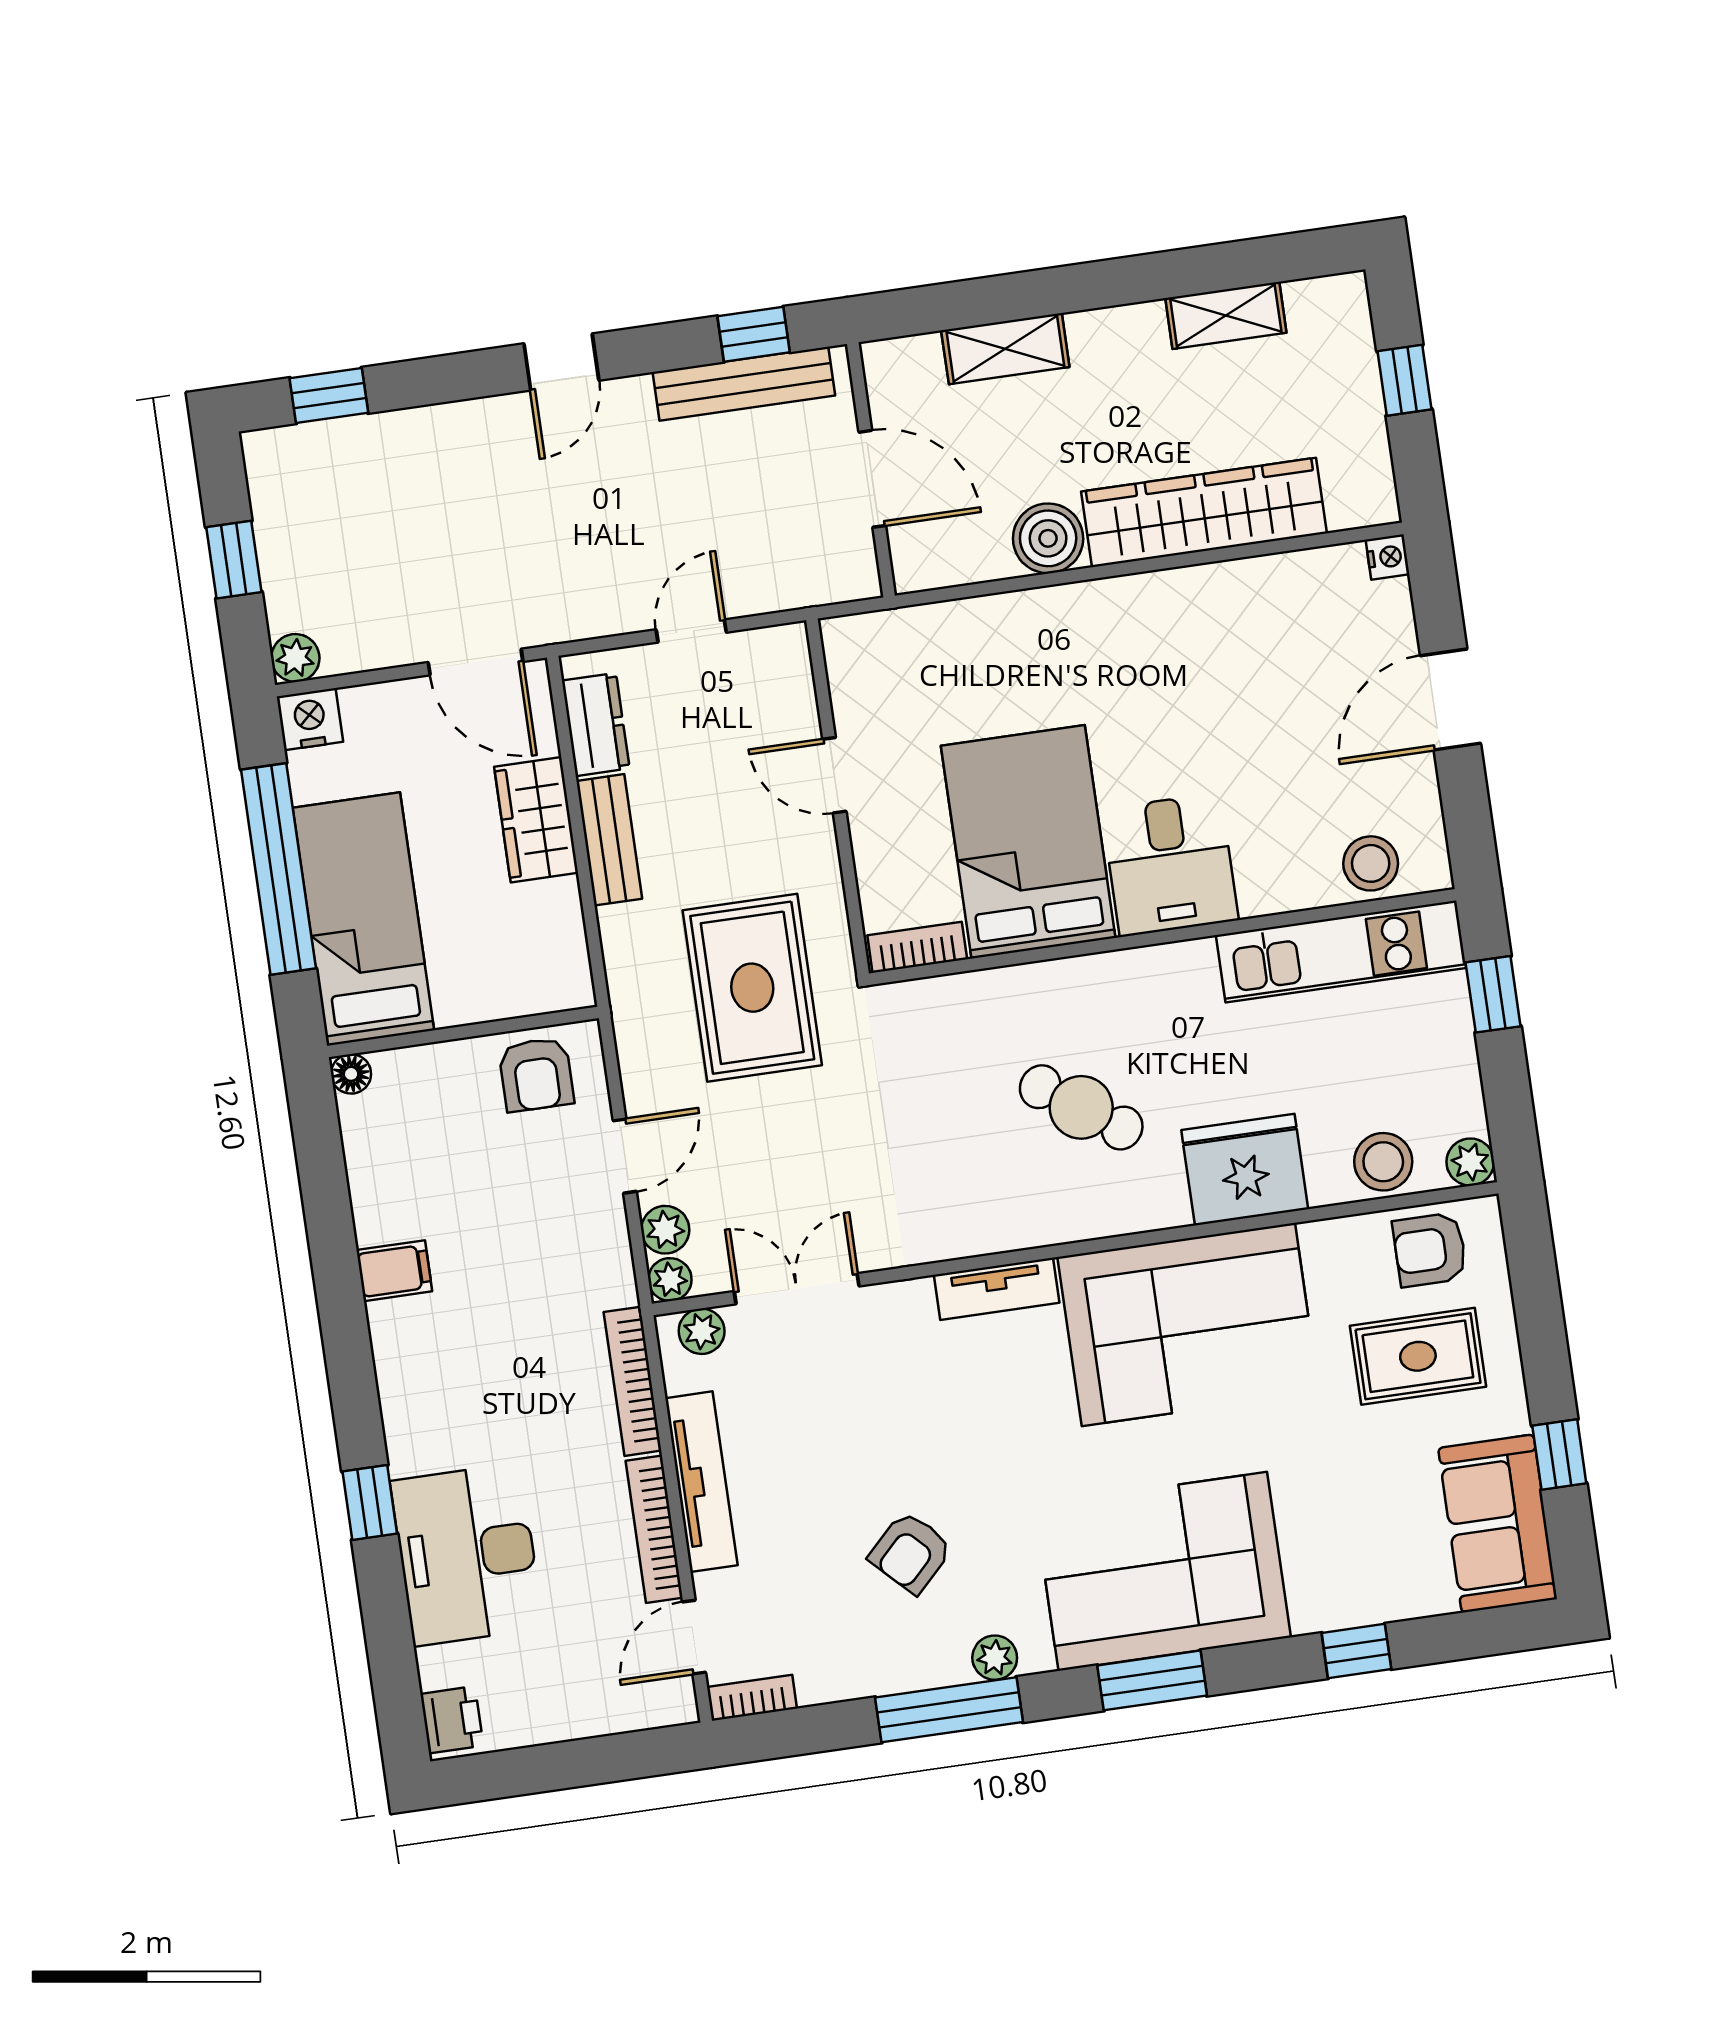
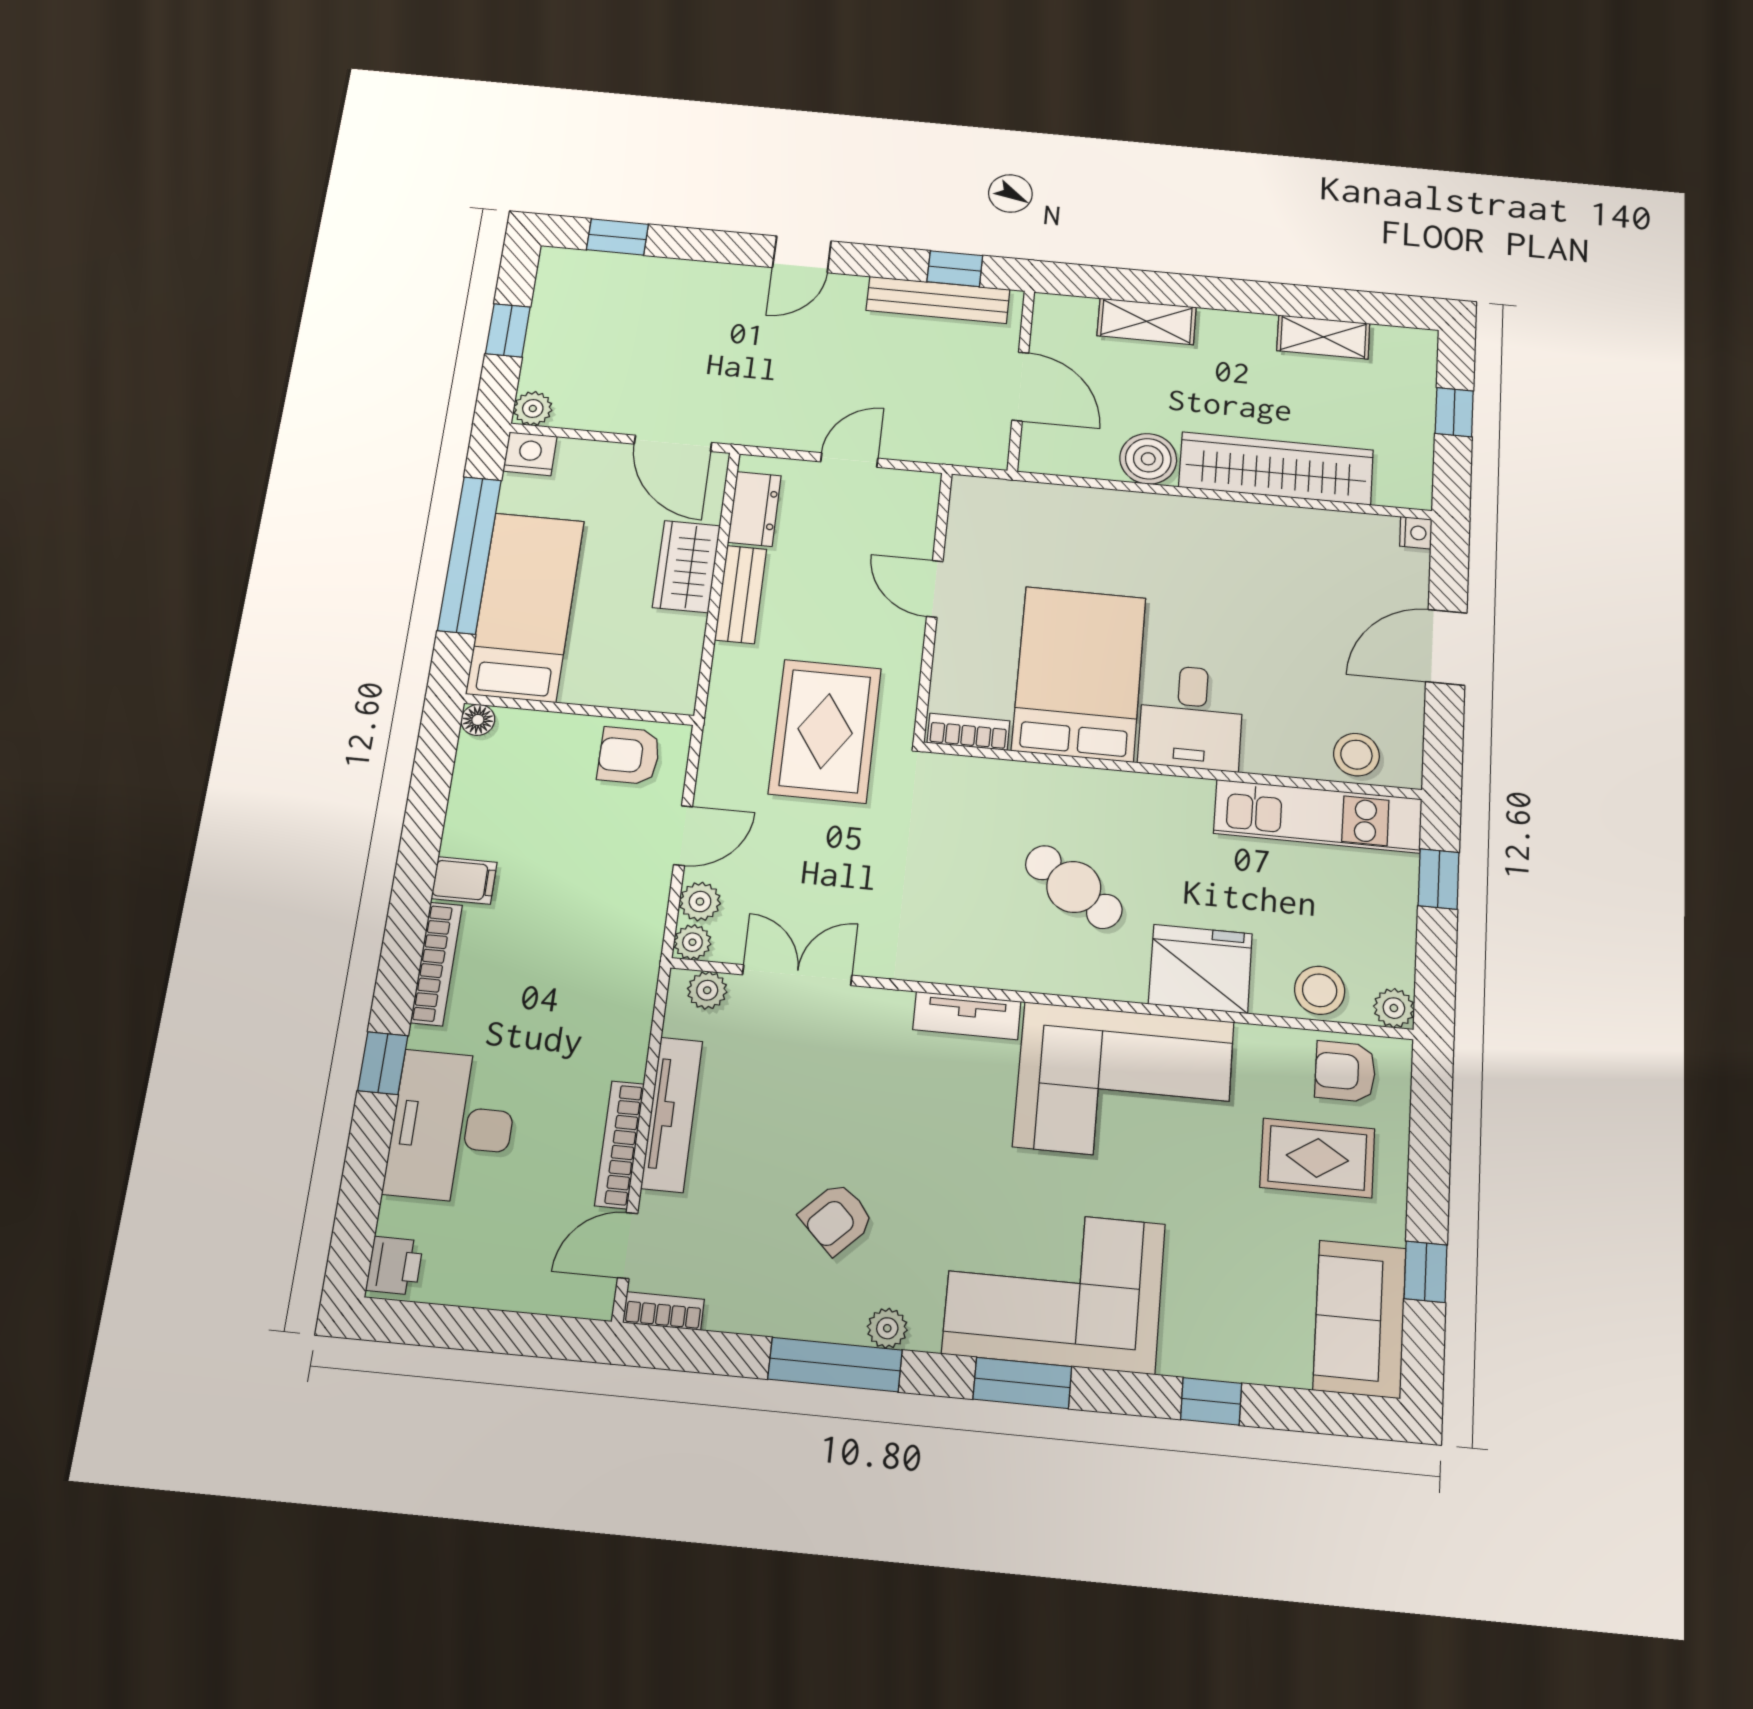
armchair: (536, 1074) -> (629, 756), turned 90
bookcase: (633, 1381) -> (436, 964), moved, turned 180

